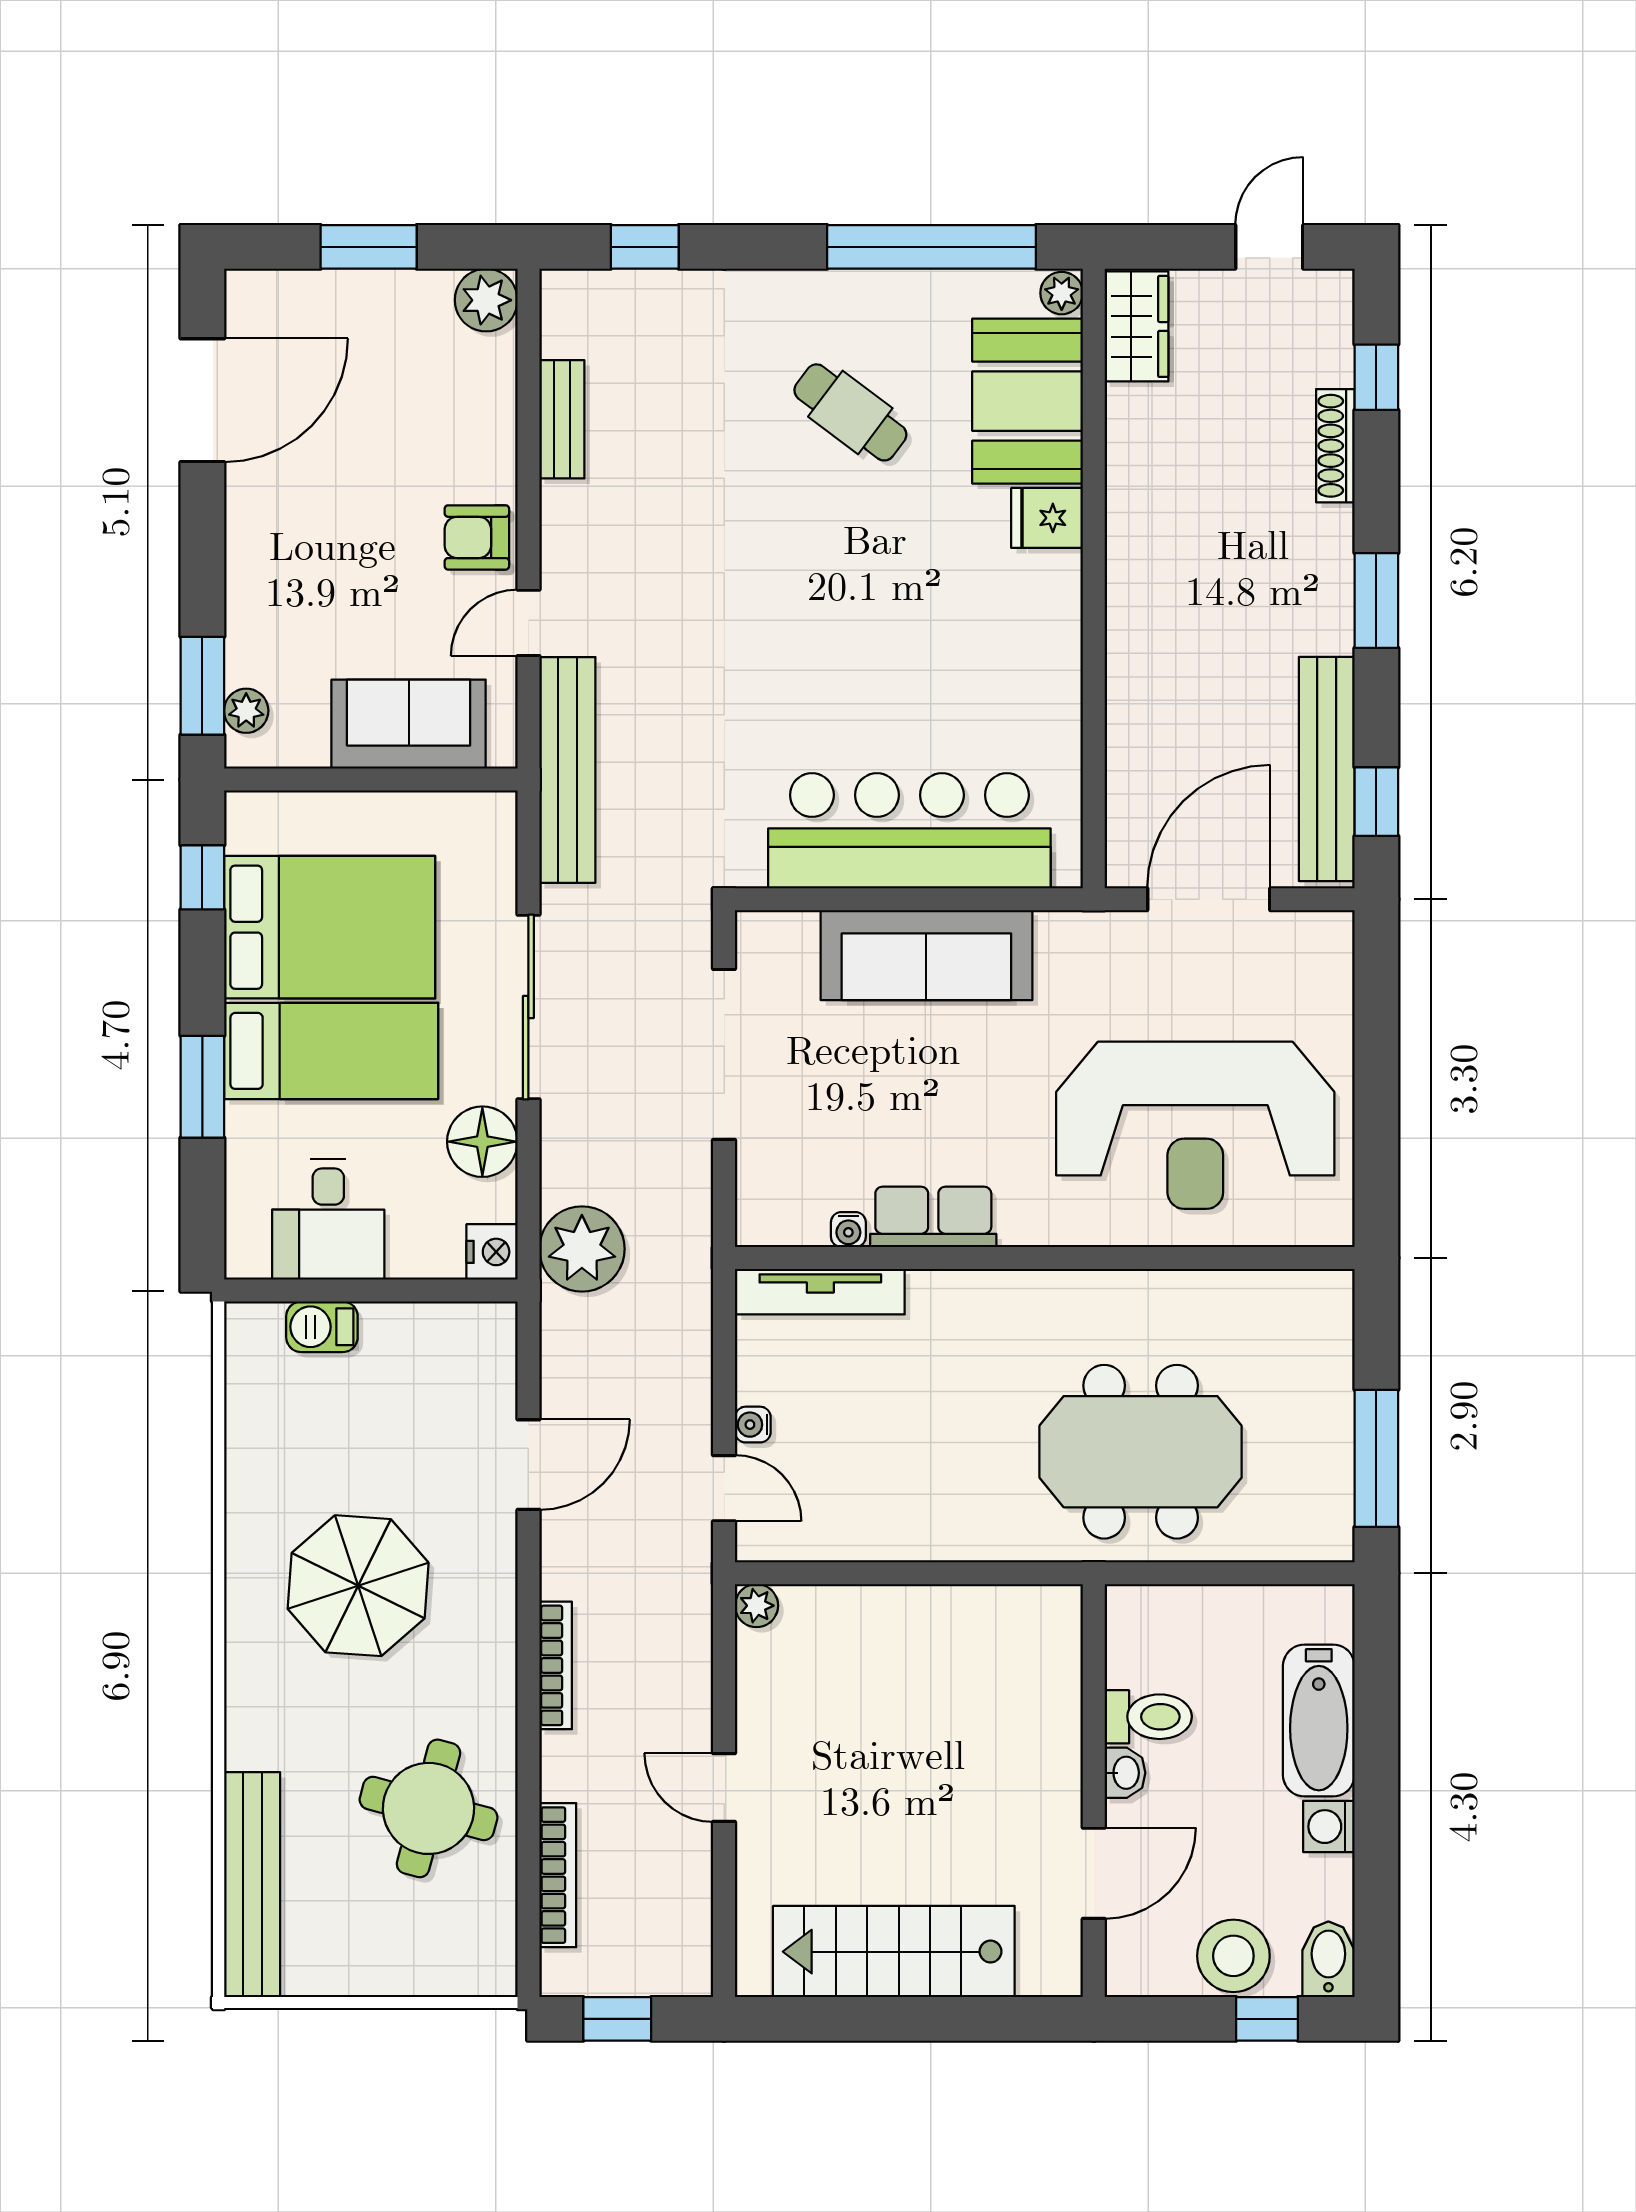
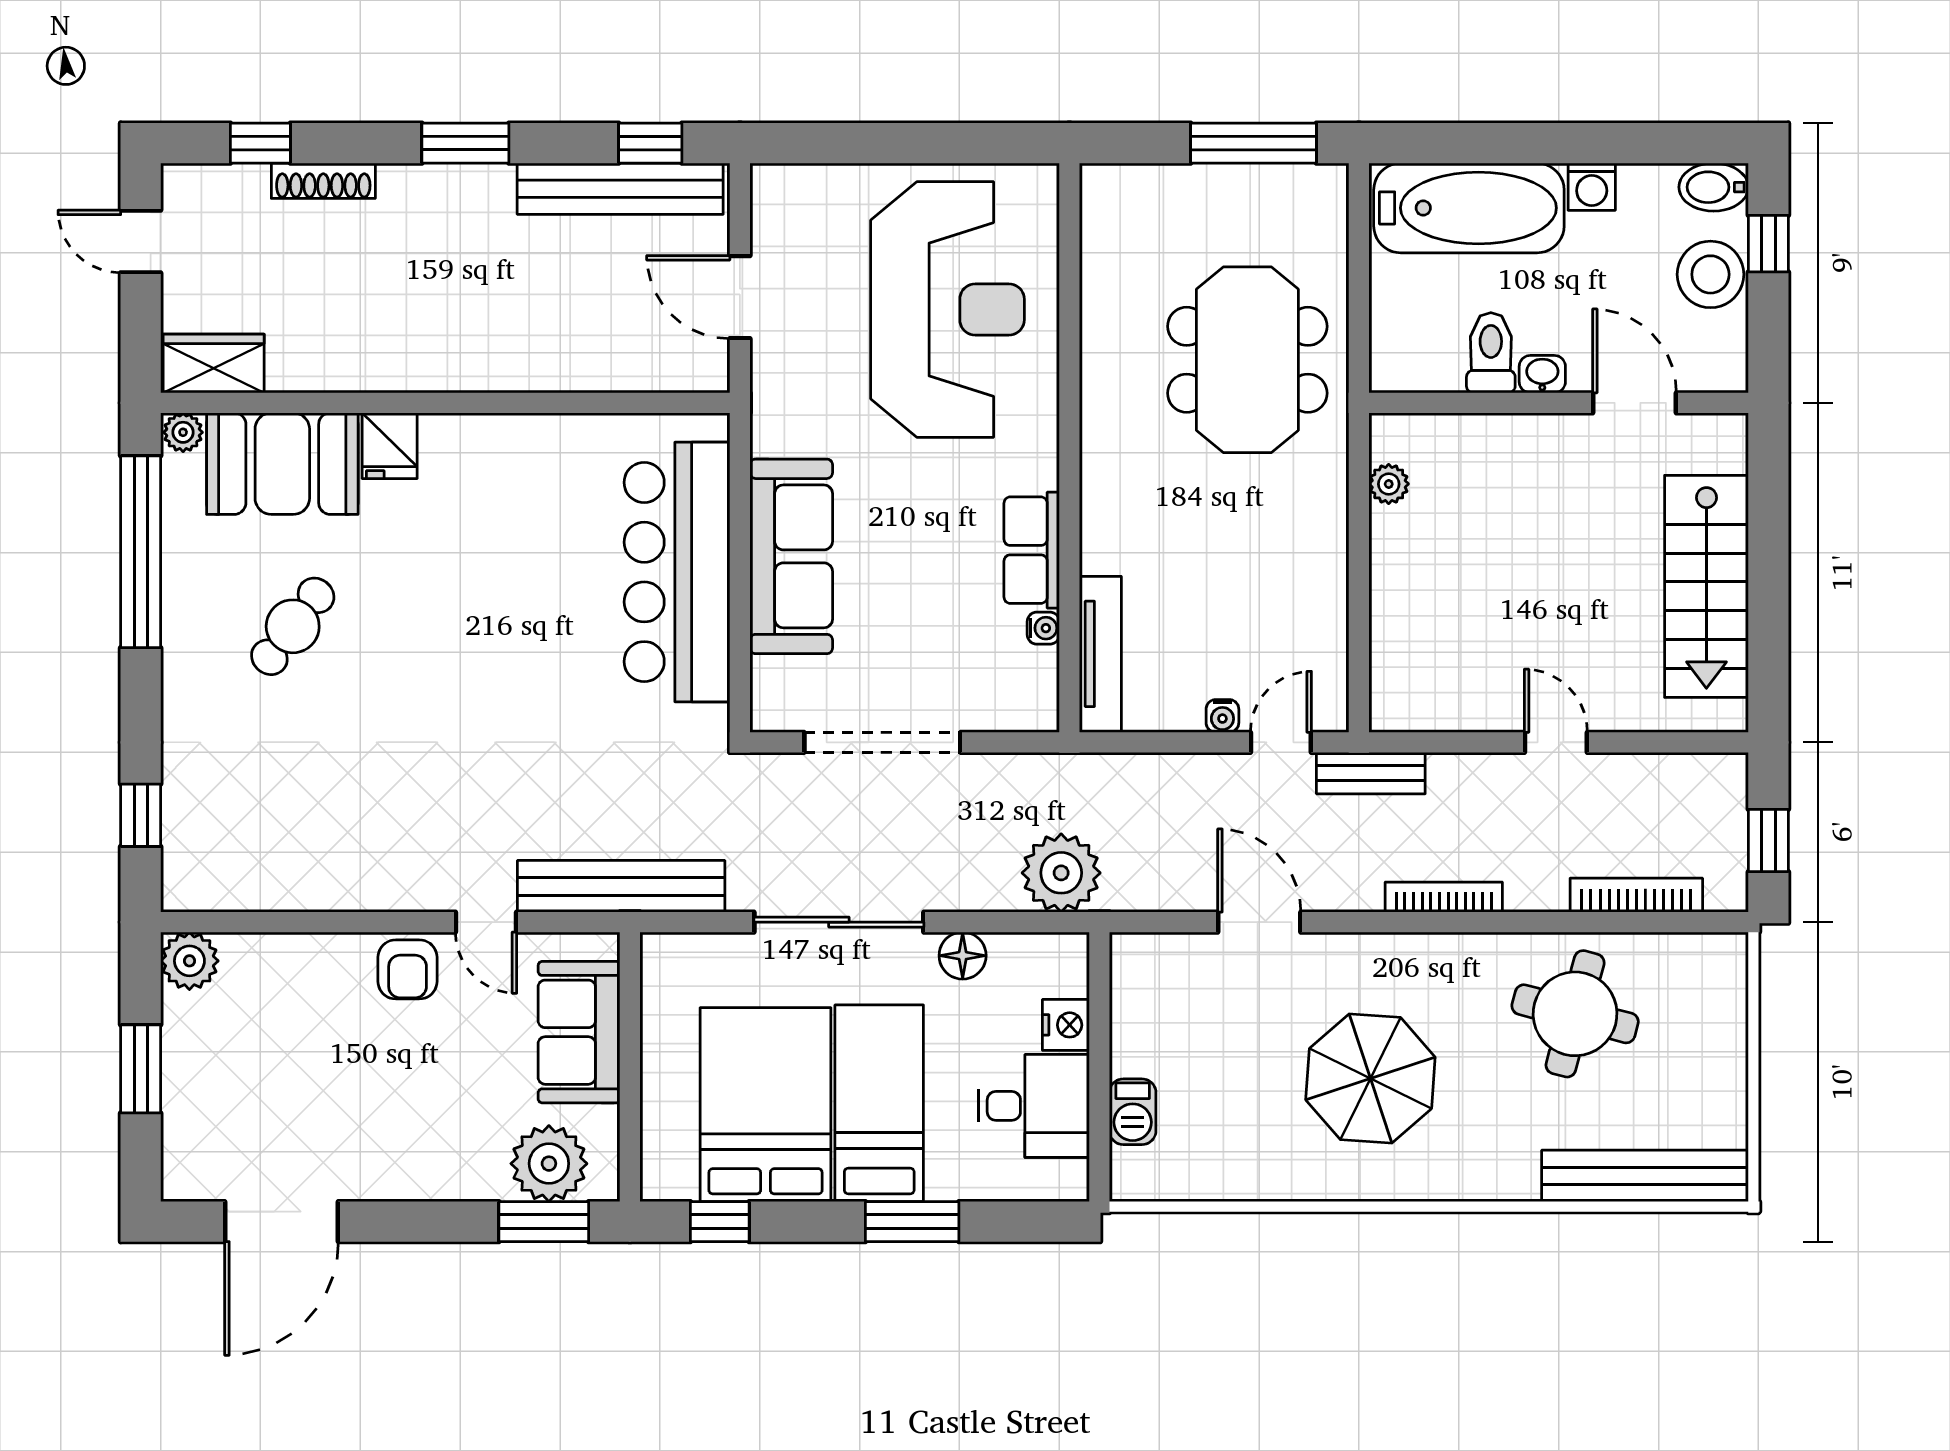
door: (202, 400) -> (282, 1222), swing flipped
bench: (562, 419) -> (1371, 773), moved
plant: (246, 711) -> (549, 1164), width x1.88, depth x1.88
door: (1209, 899) -> (740, 297), width x0.73
floor lamp: (482, 1142) -> (963, 956), width x0.73, depth x0.73
nightstand: (492, 1252) -> (1066, 1025), moved, turned 90
plant: (757, 1606) -> (1389, 484), moved
bathtub: (1319, 1721) -> (1469, 208), width x1.36, depth x1.36
door: (724, 1788) -> (1556, 742), swing flipped

